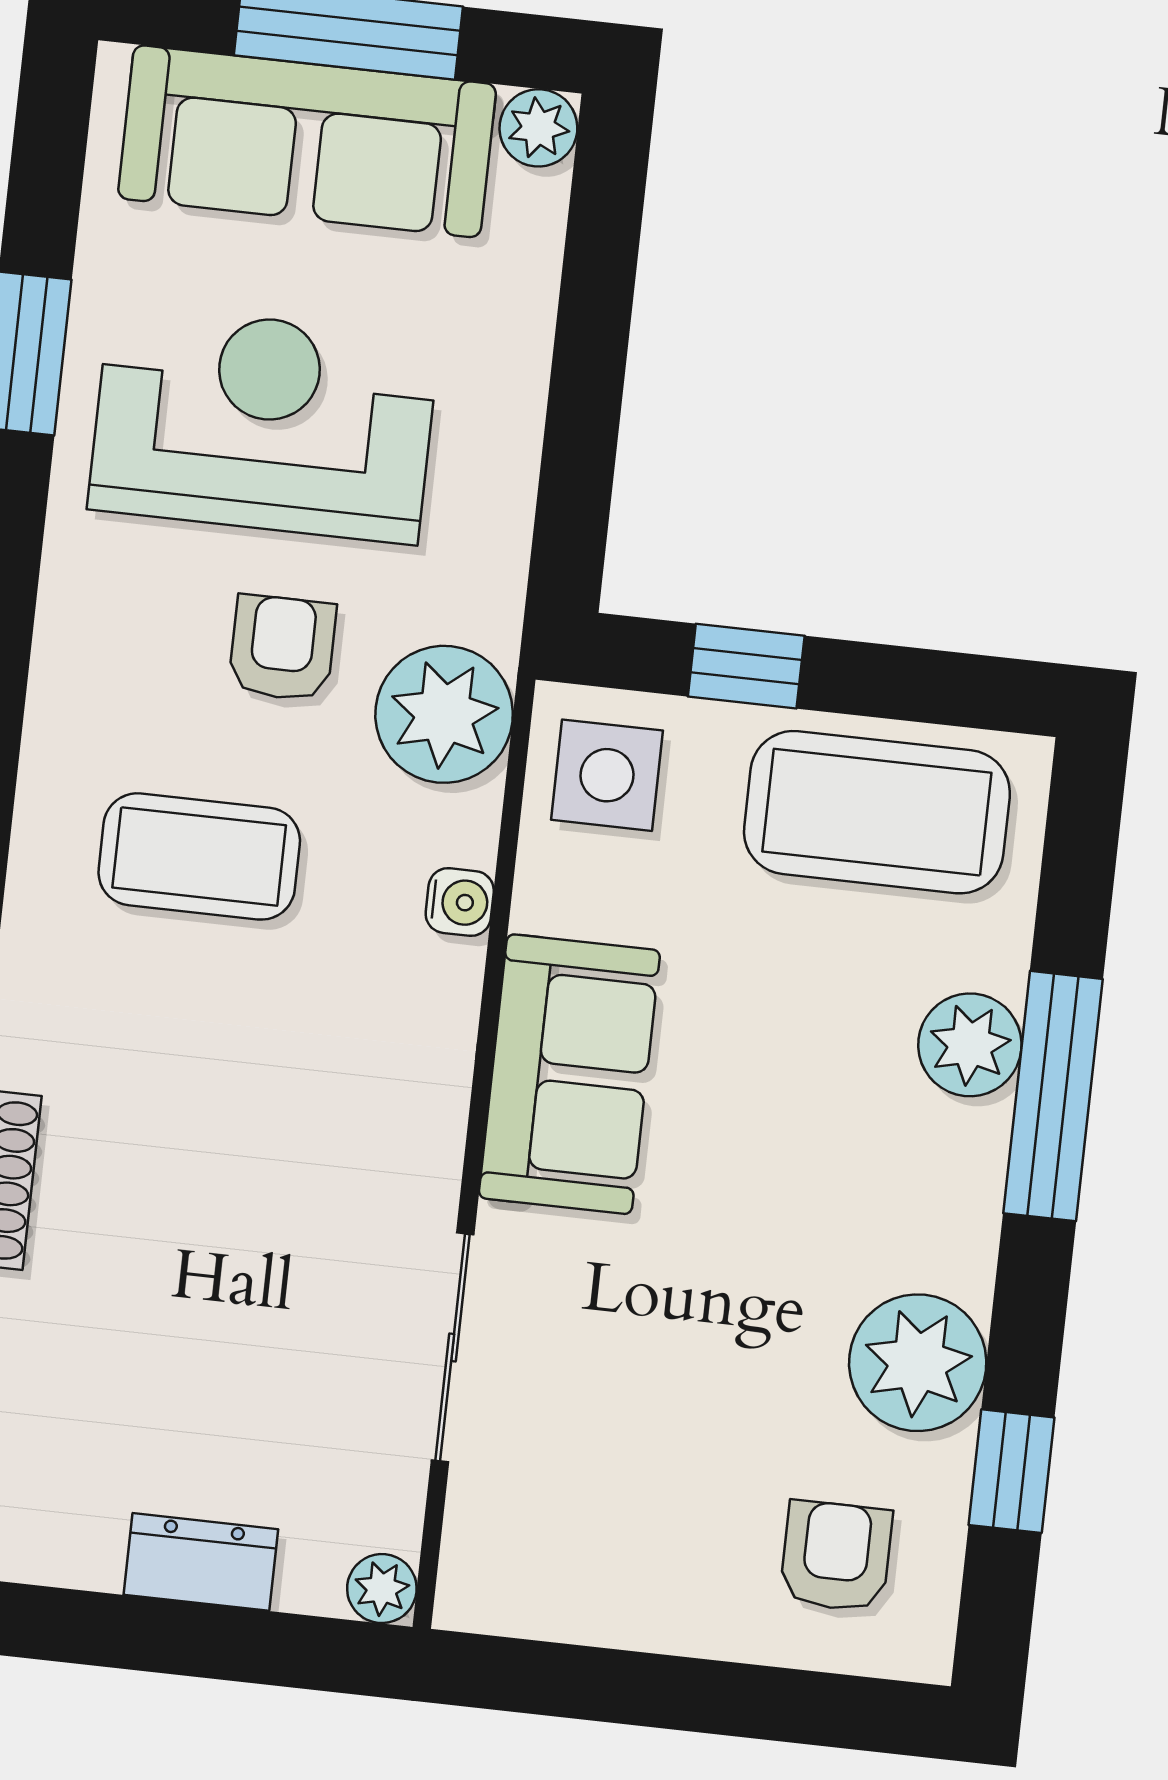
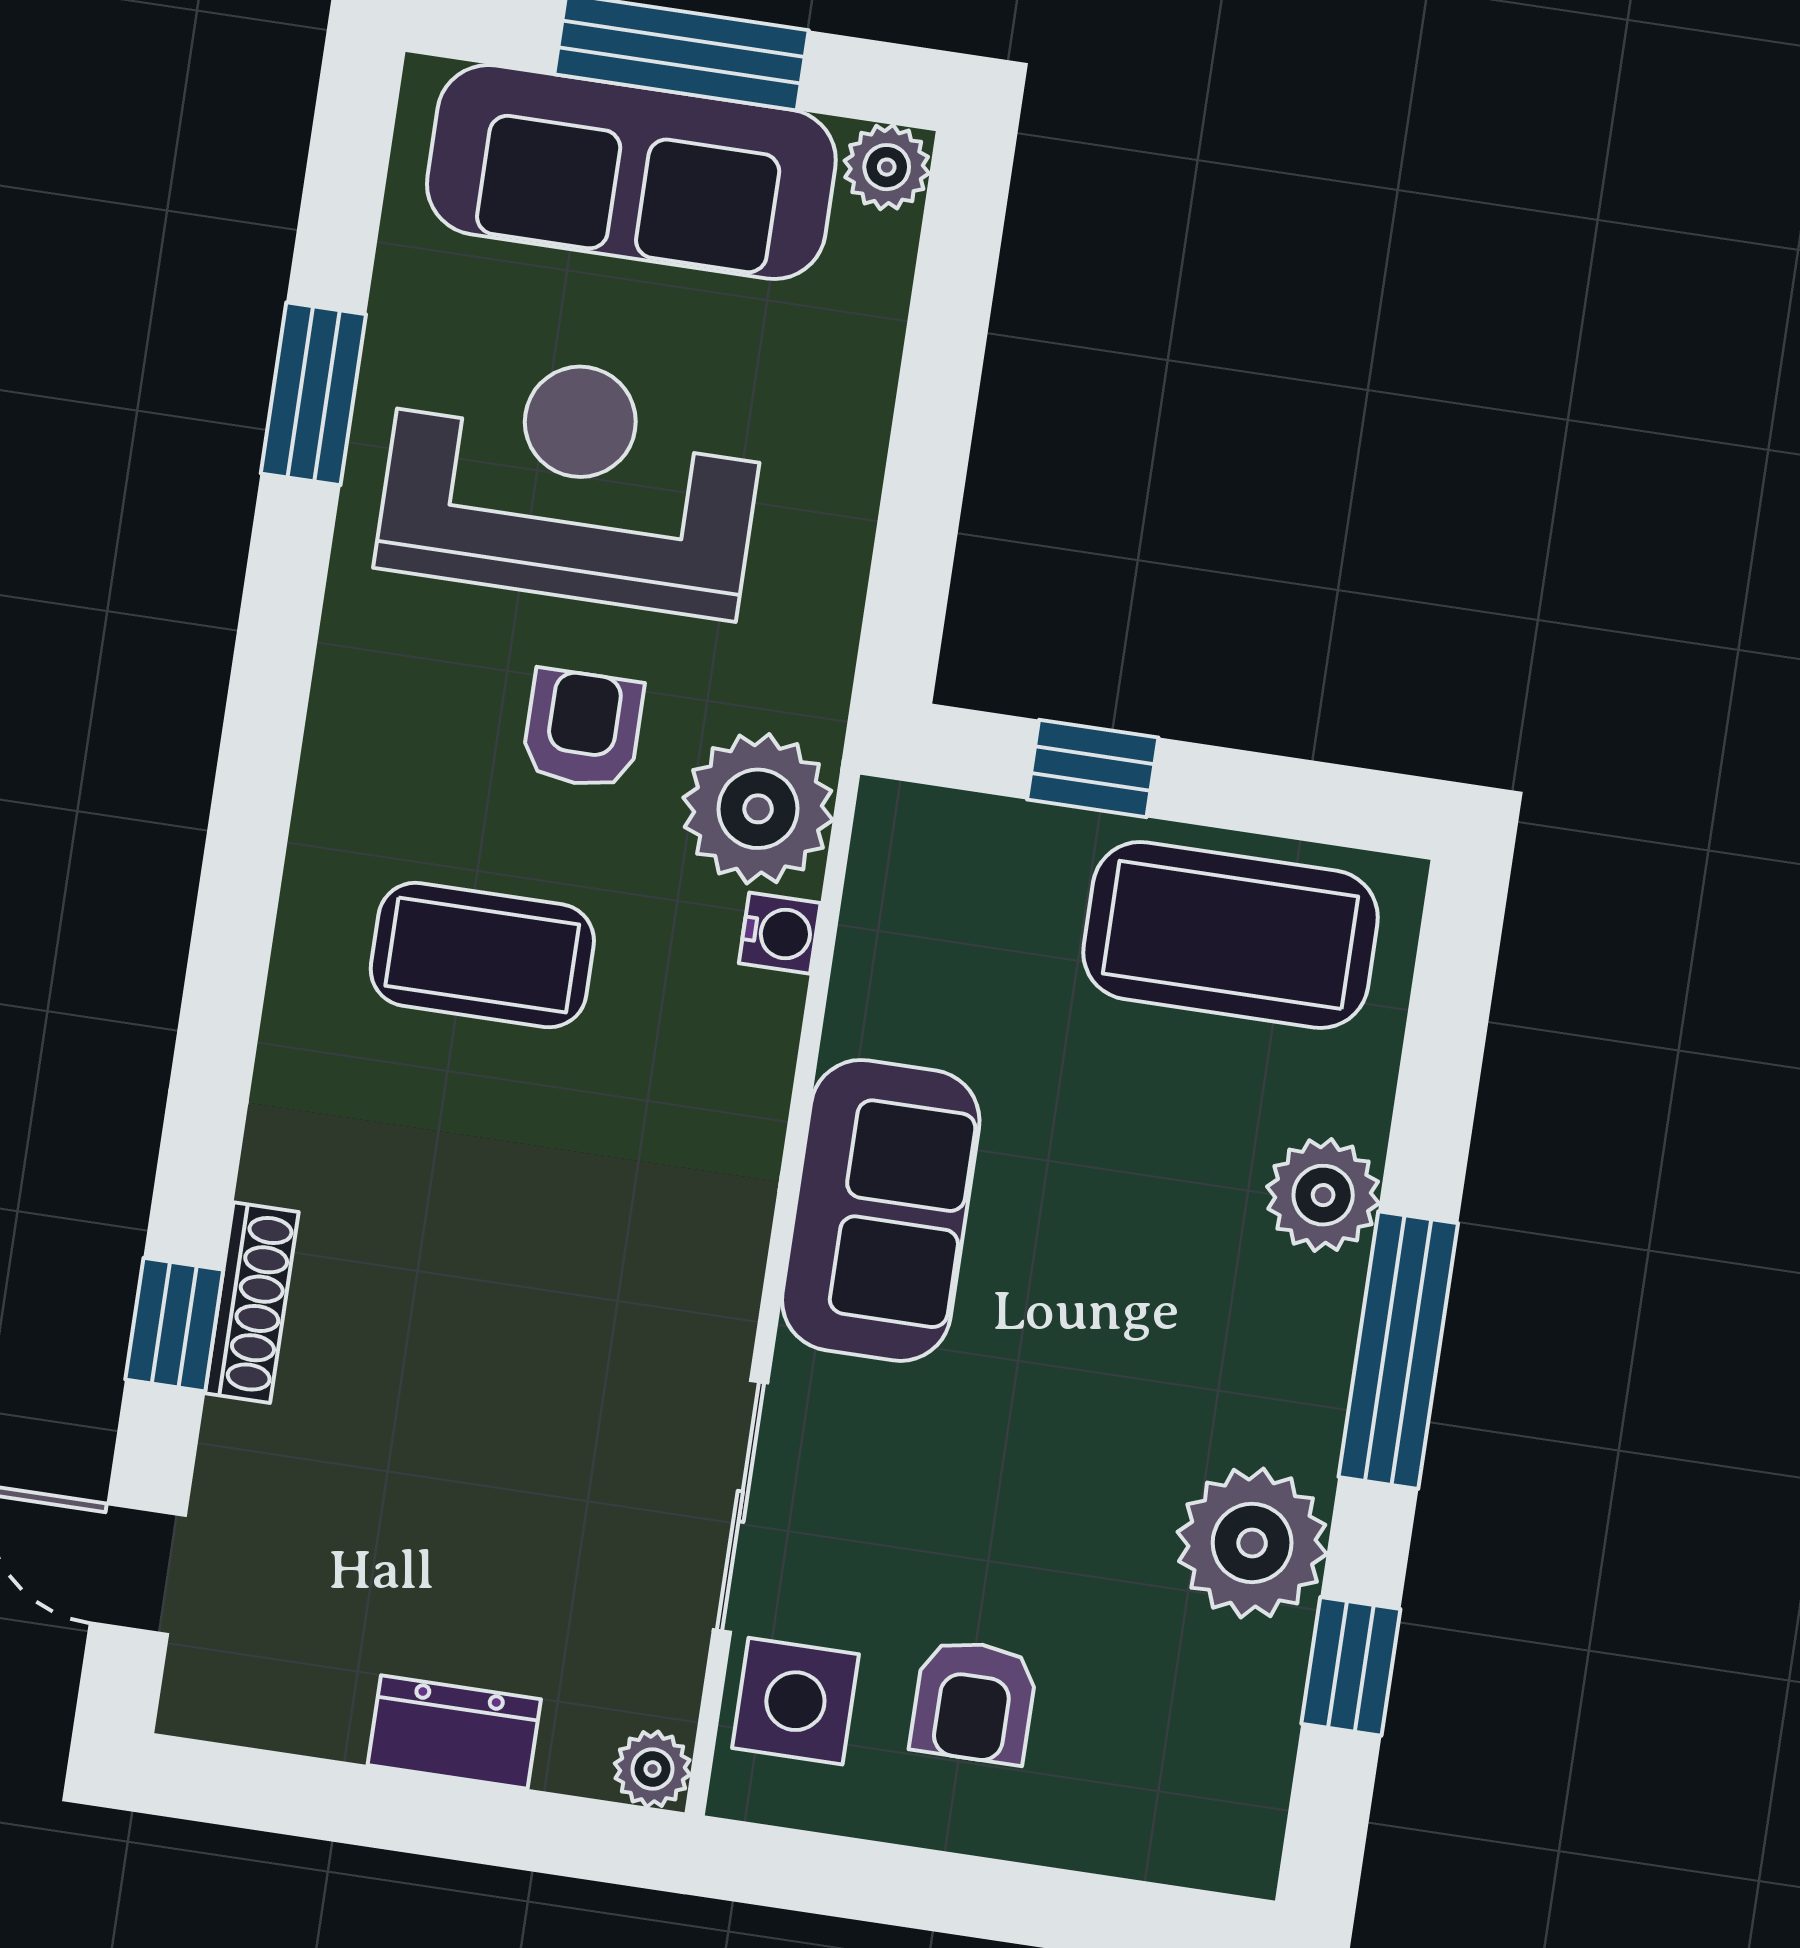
side table: (607, 775) -> (795, 1701), moved
water cooler: (460, 902) -> (780, 933), moved
window: (1053, 1096) -> (1398, 1350), moved
armchair: (836, 1556) -> (974, 1701), moved, turned 180

